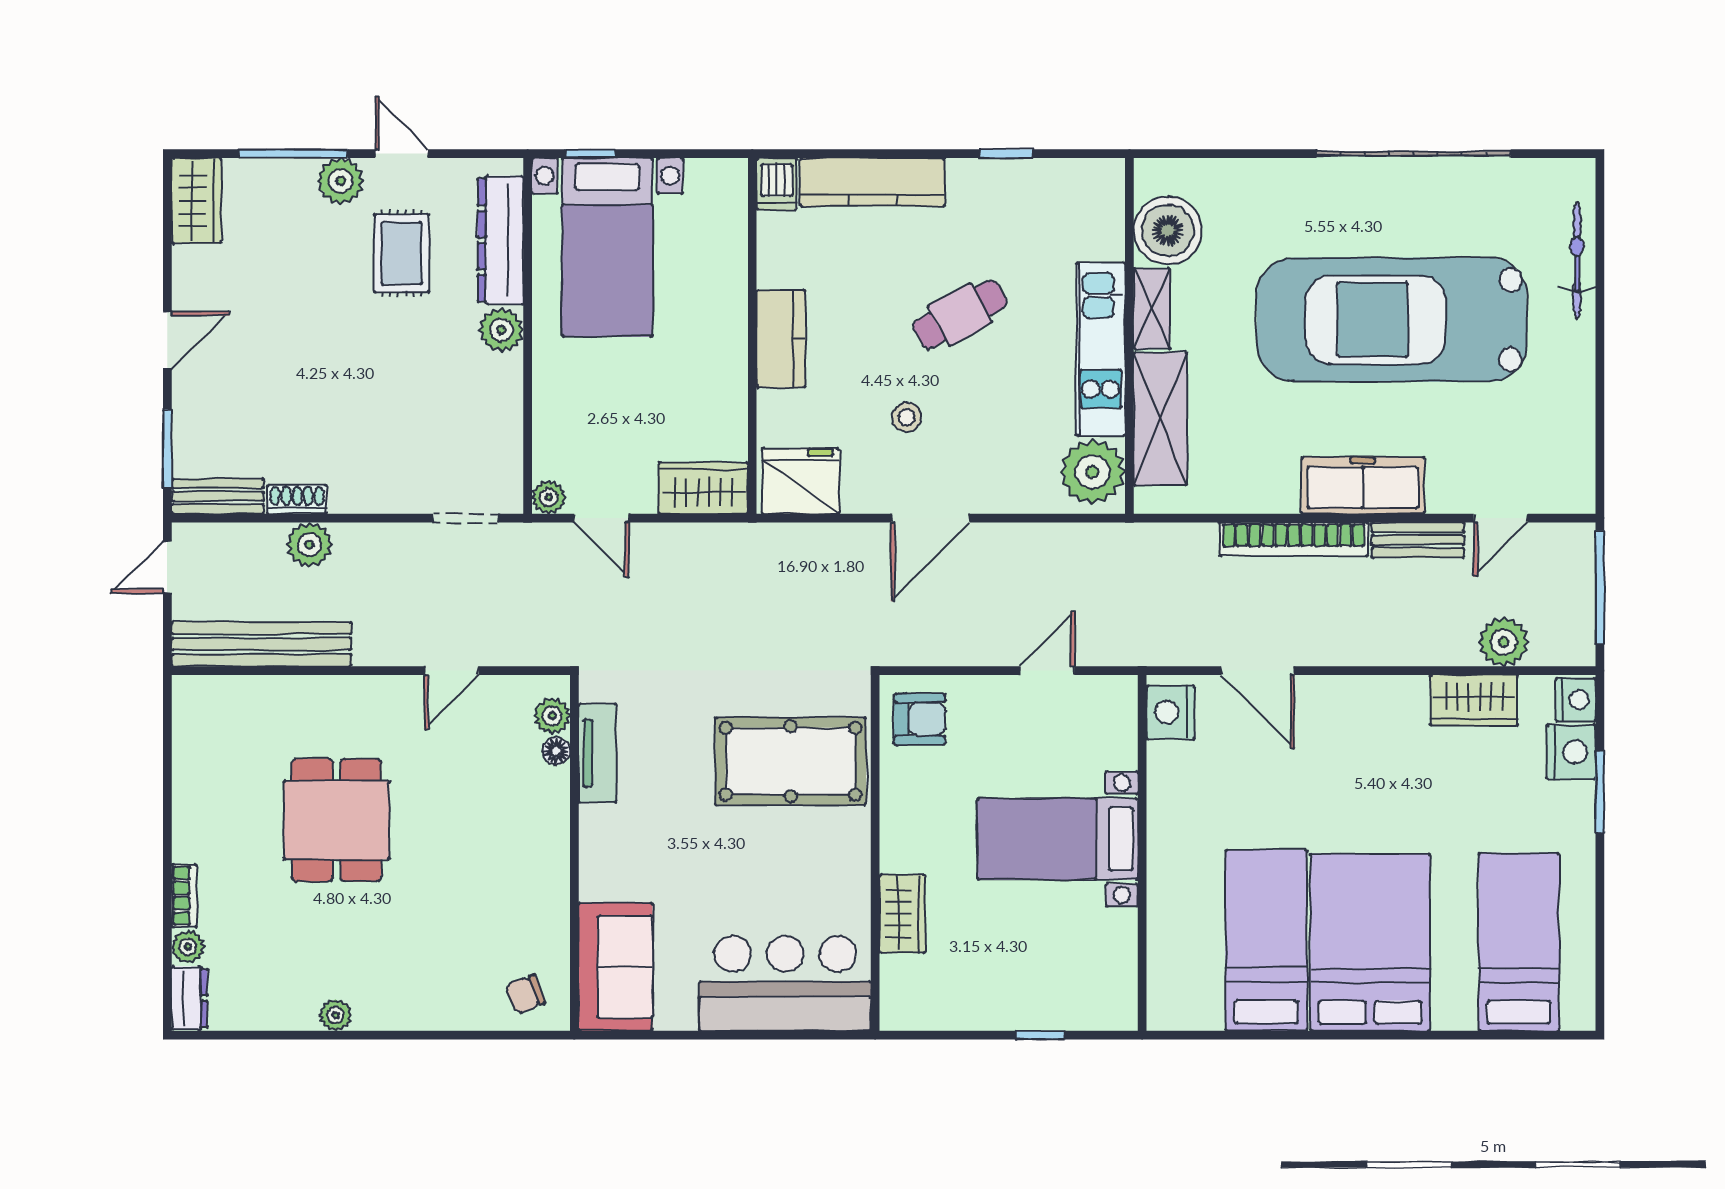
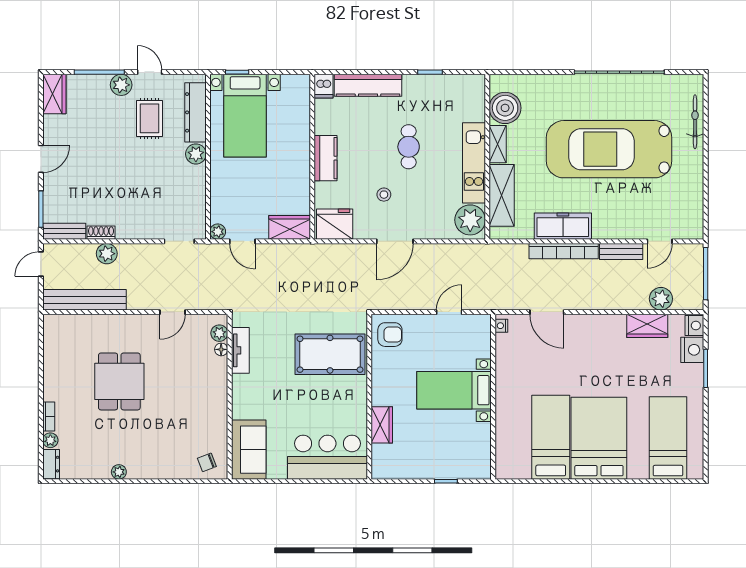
cafe table: (960, 314) -> (409, 147), turned -61
freezer: (1363, 485) -> (563, 226), moved
nightstand: (1170, 712) -> (501, 326), width x0.53, depth x0.56

